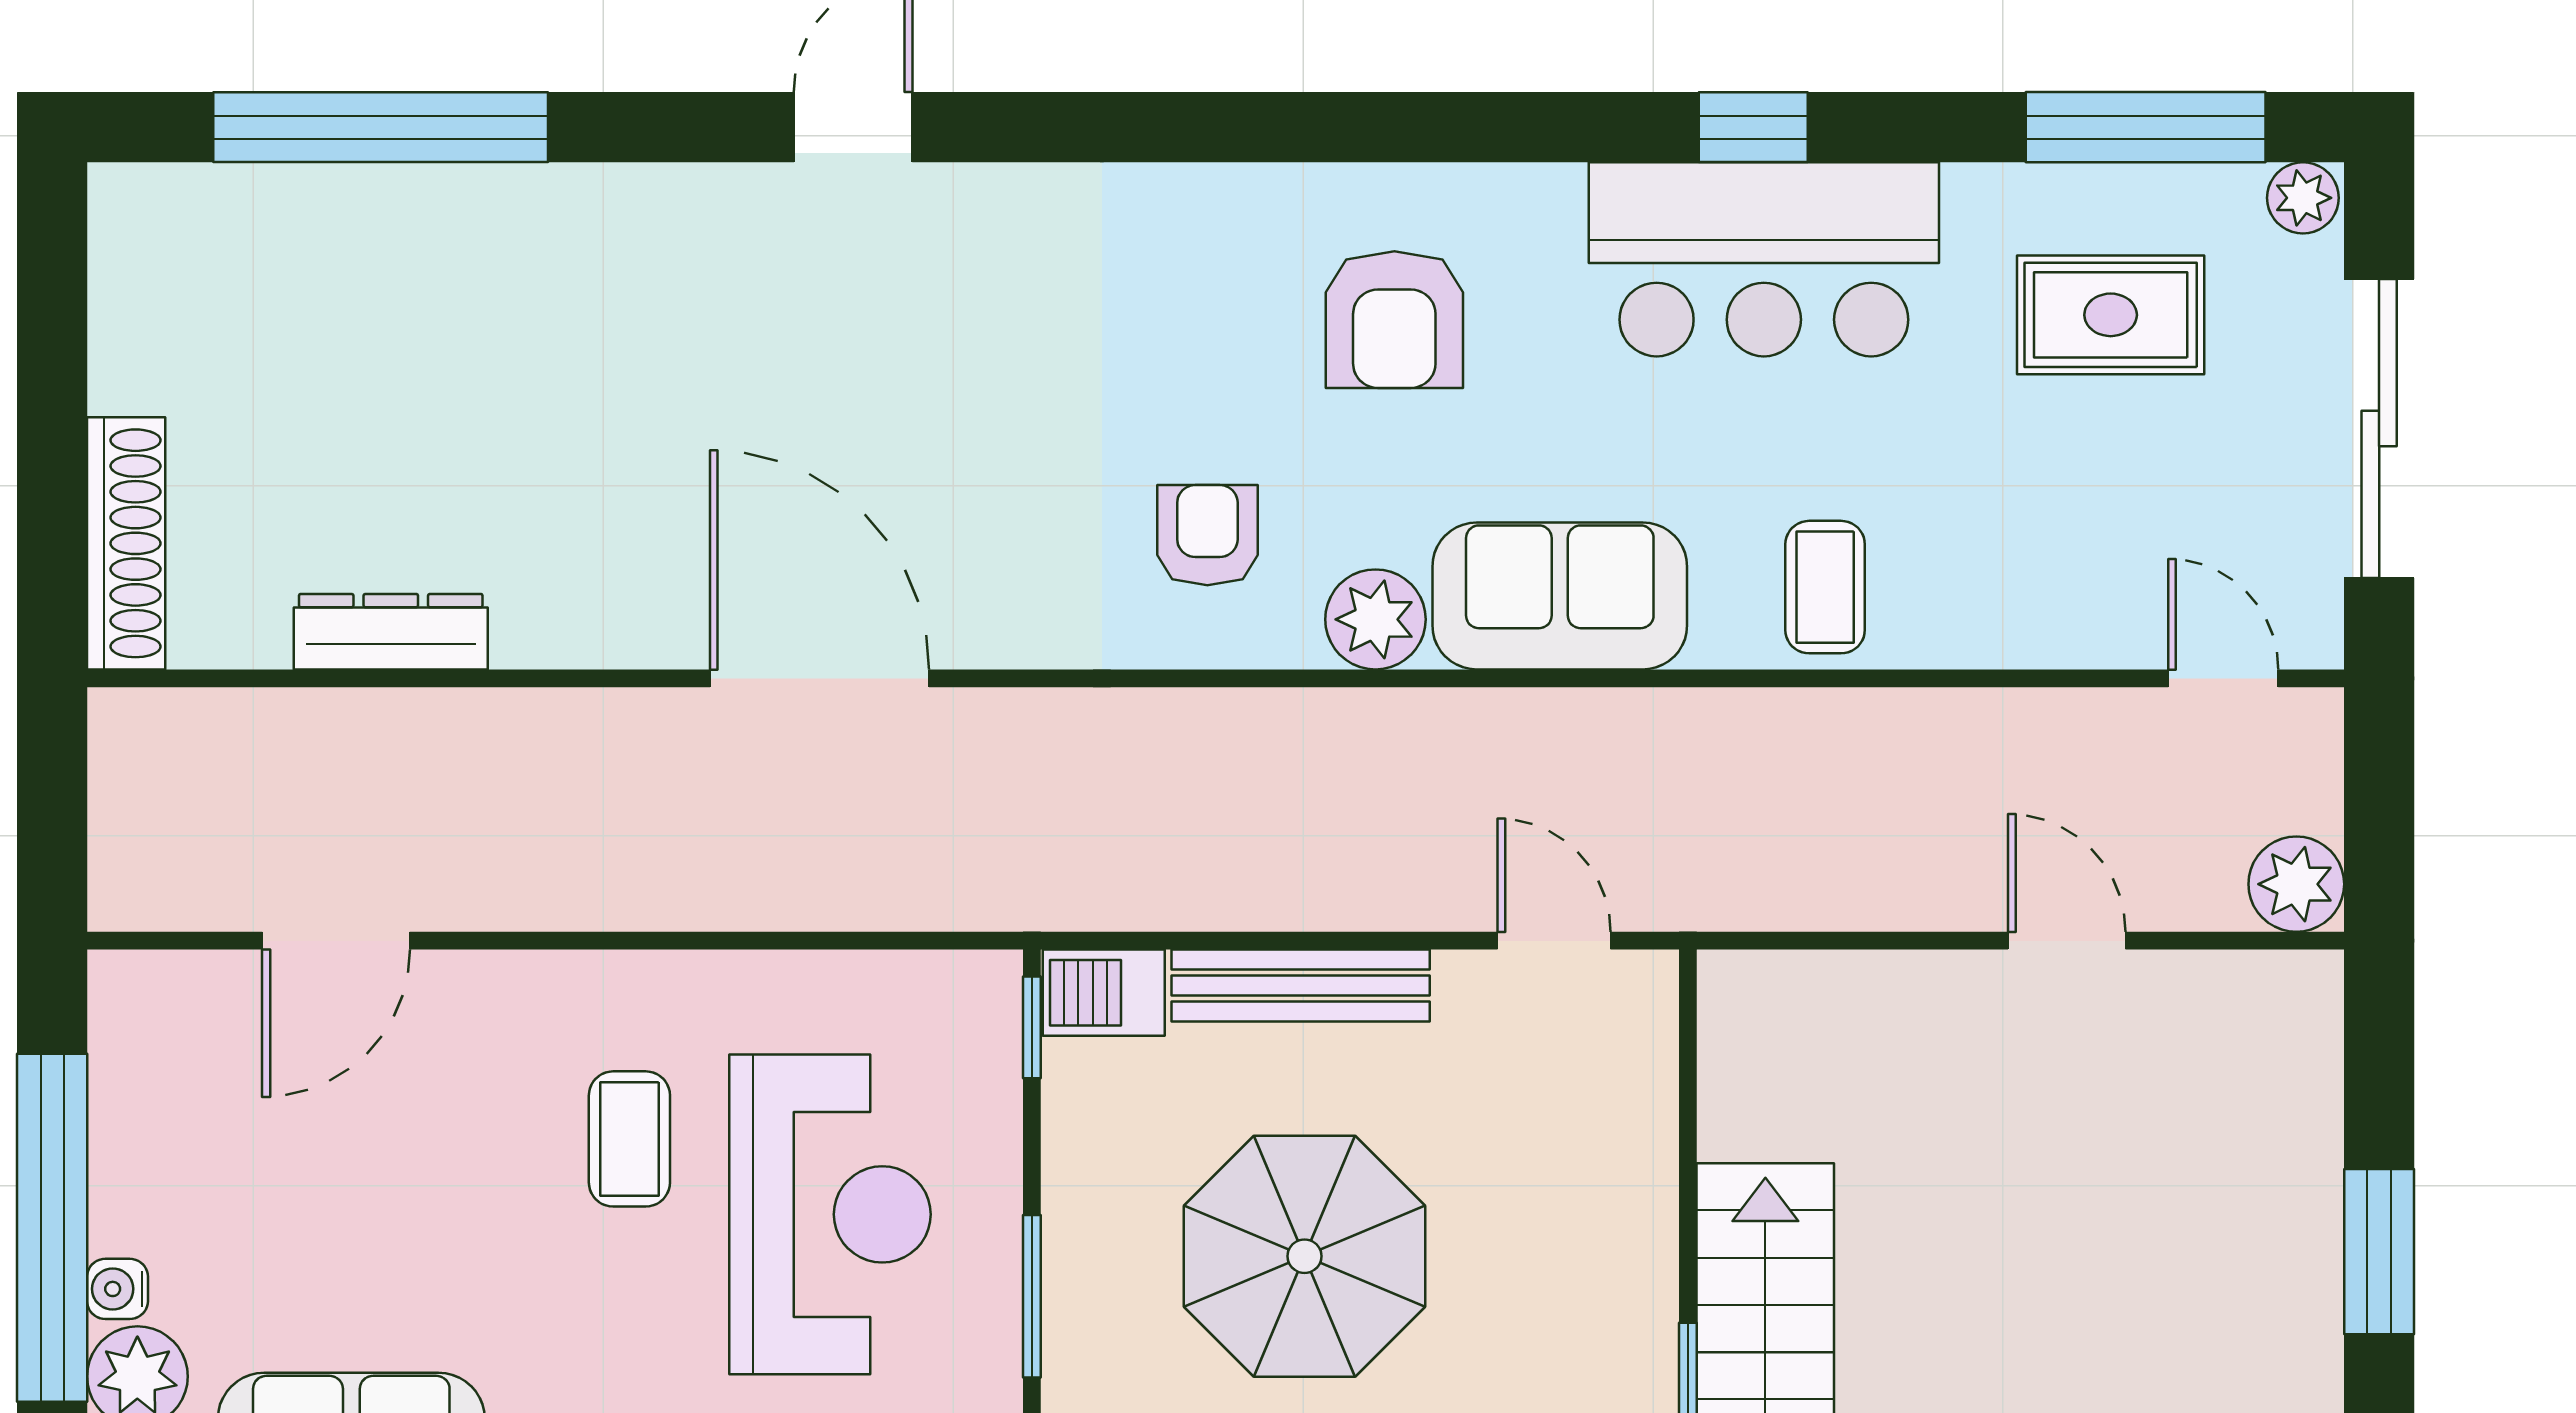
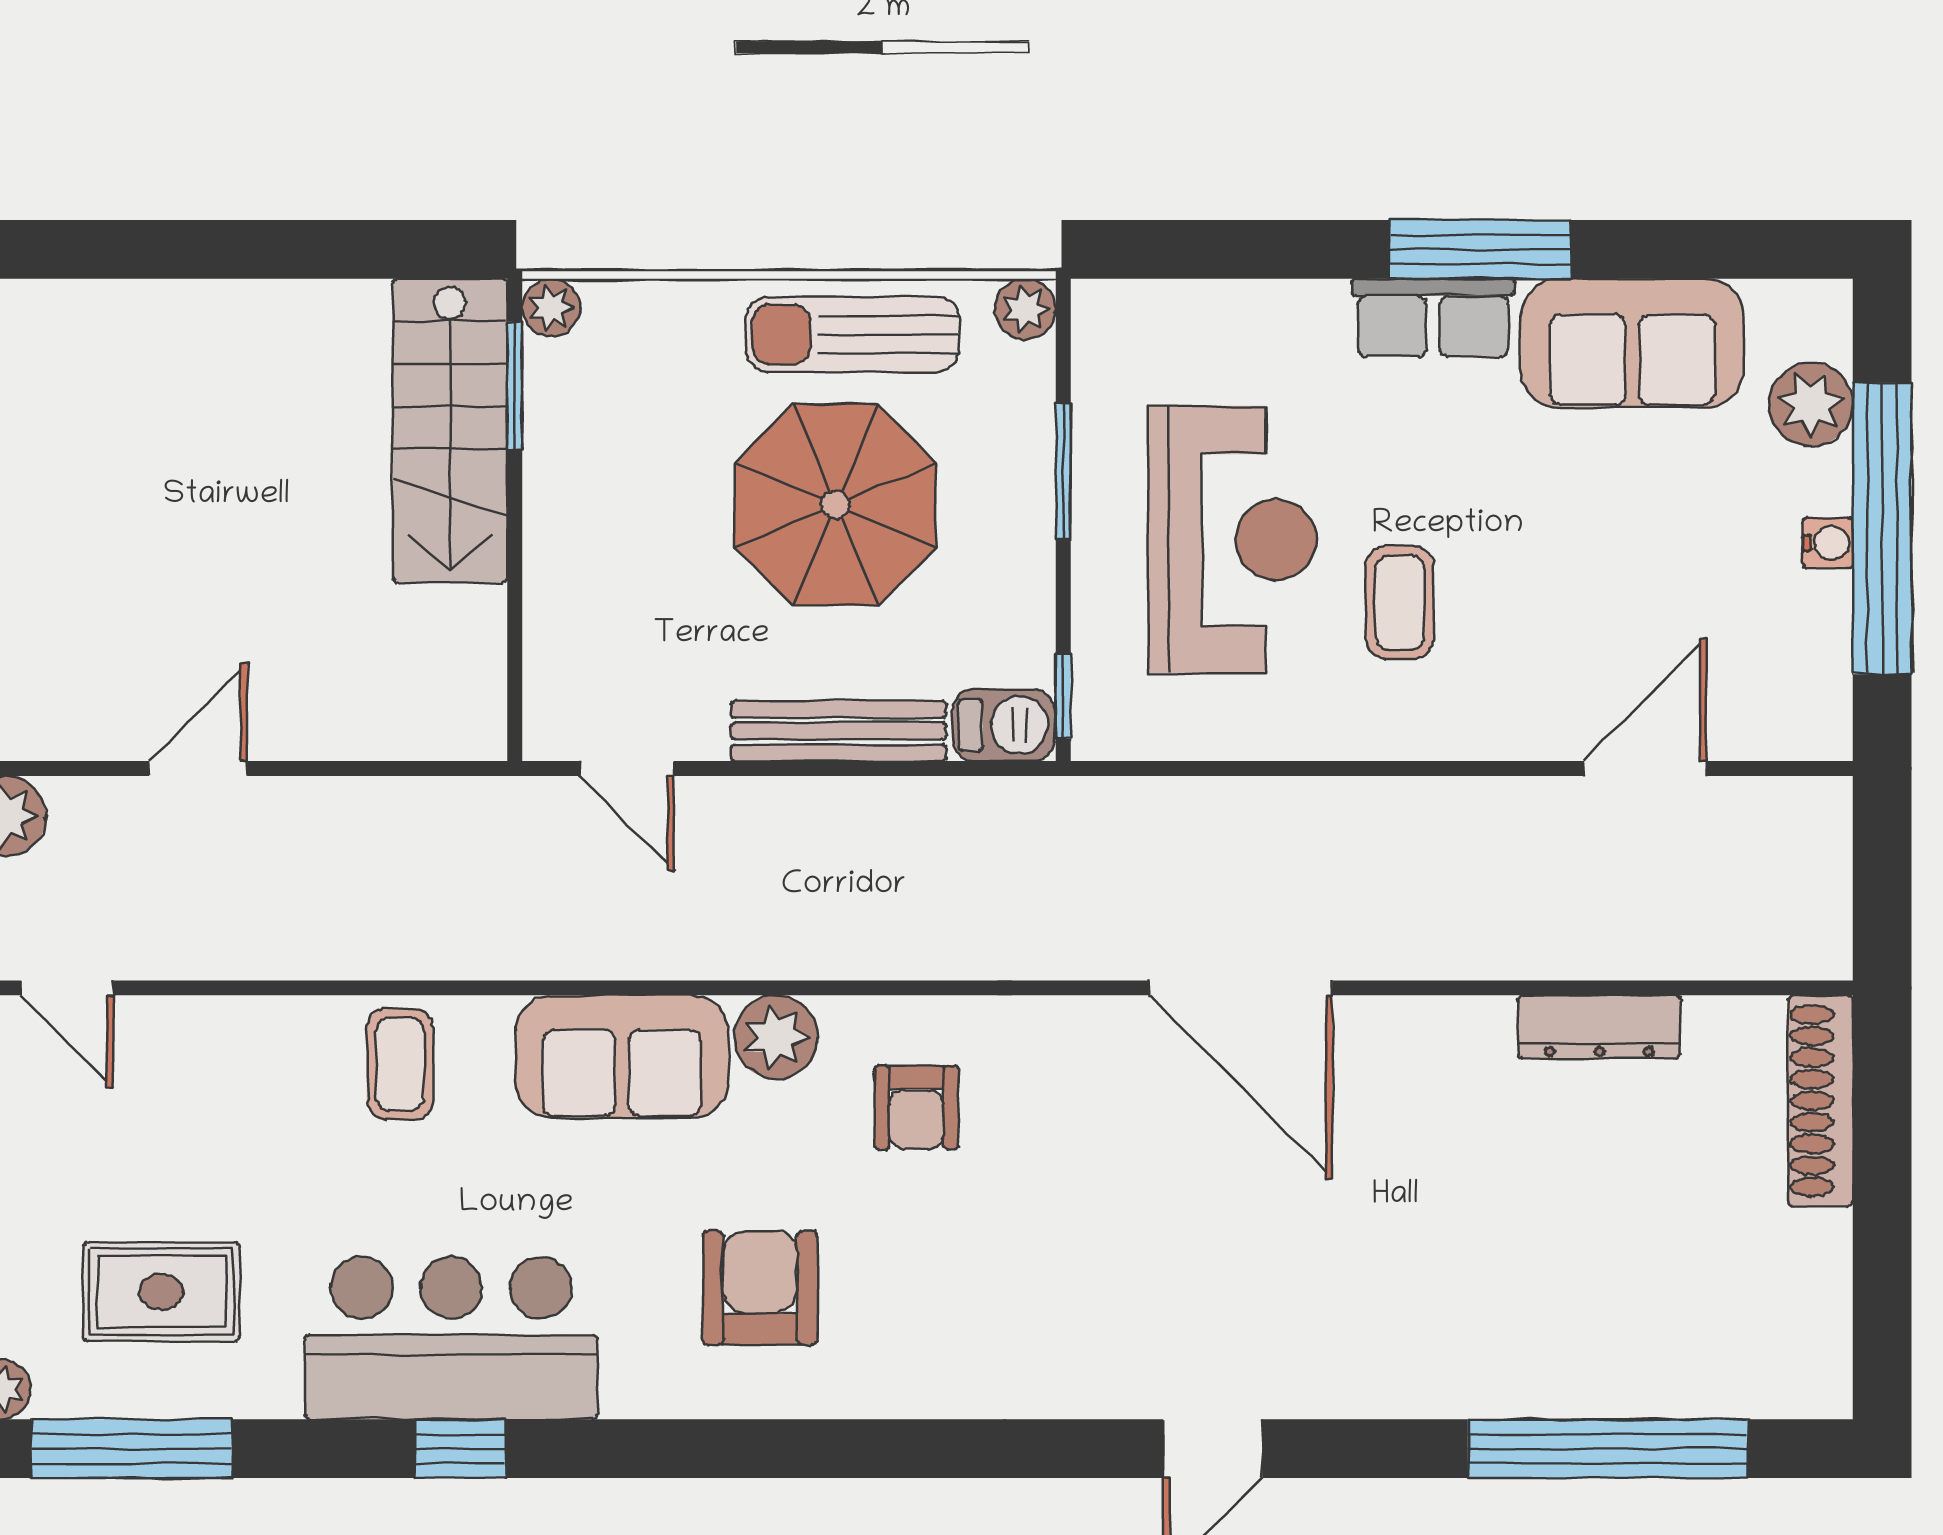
door: (2067, 941) -> (198, 769), swing flipped
reception desk: (830, 1214) -> (1232, 540), turned 180
water cooler: (118, 1289) -> (1828, 543), moved

